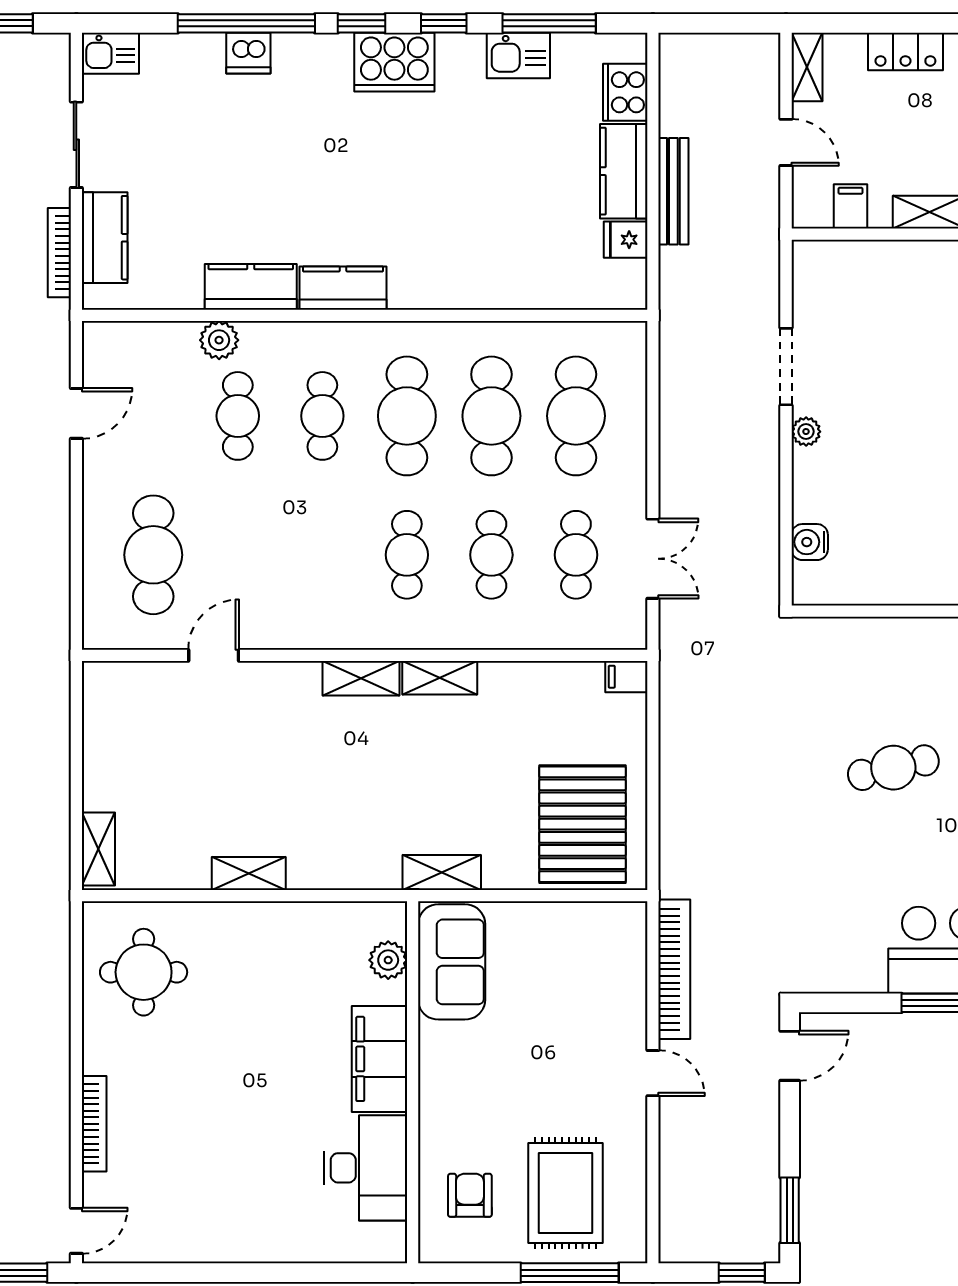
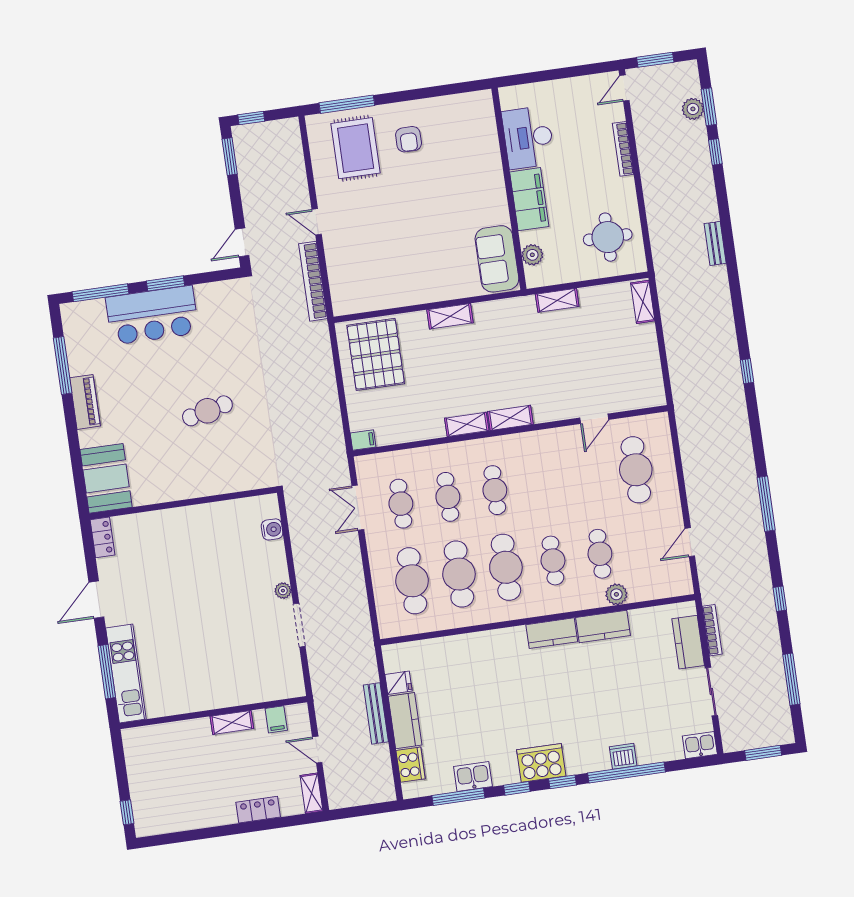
plant: (388, 960) -> (532, 255), moved
sofa: (452, 962) -> (497, 259), moved
filing cabinet: (380, 1059) -> (529, 199), moved
wall: (413, 1082) -> (509, 189), moved
desk: (366, 1168) -> (528, 138), moved

